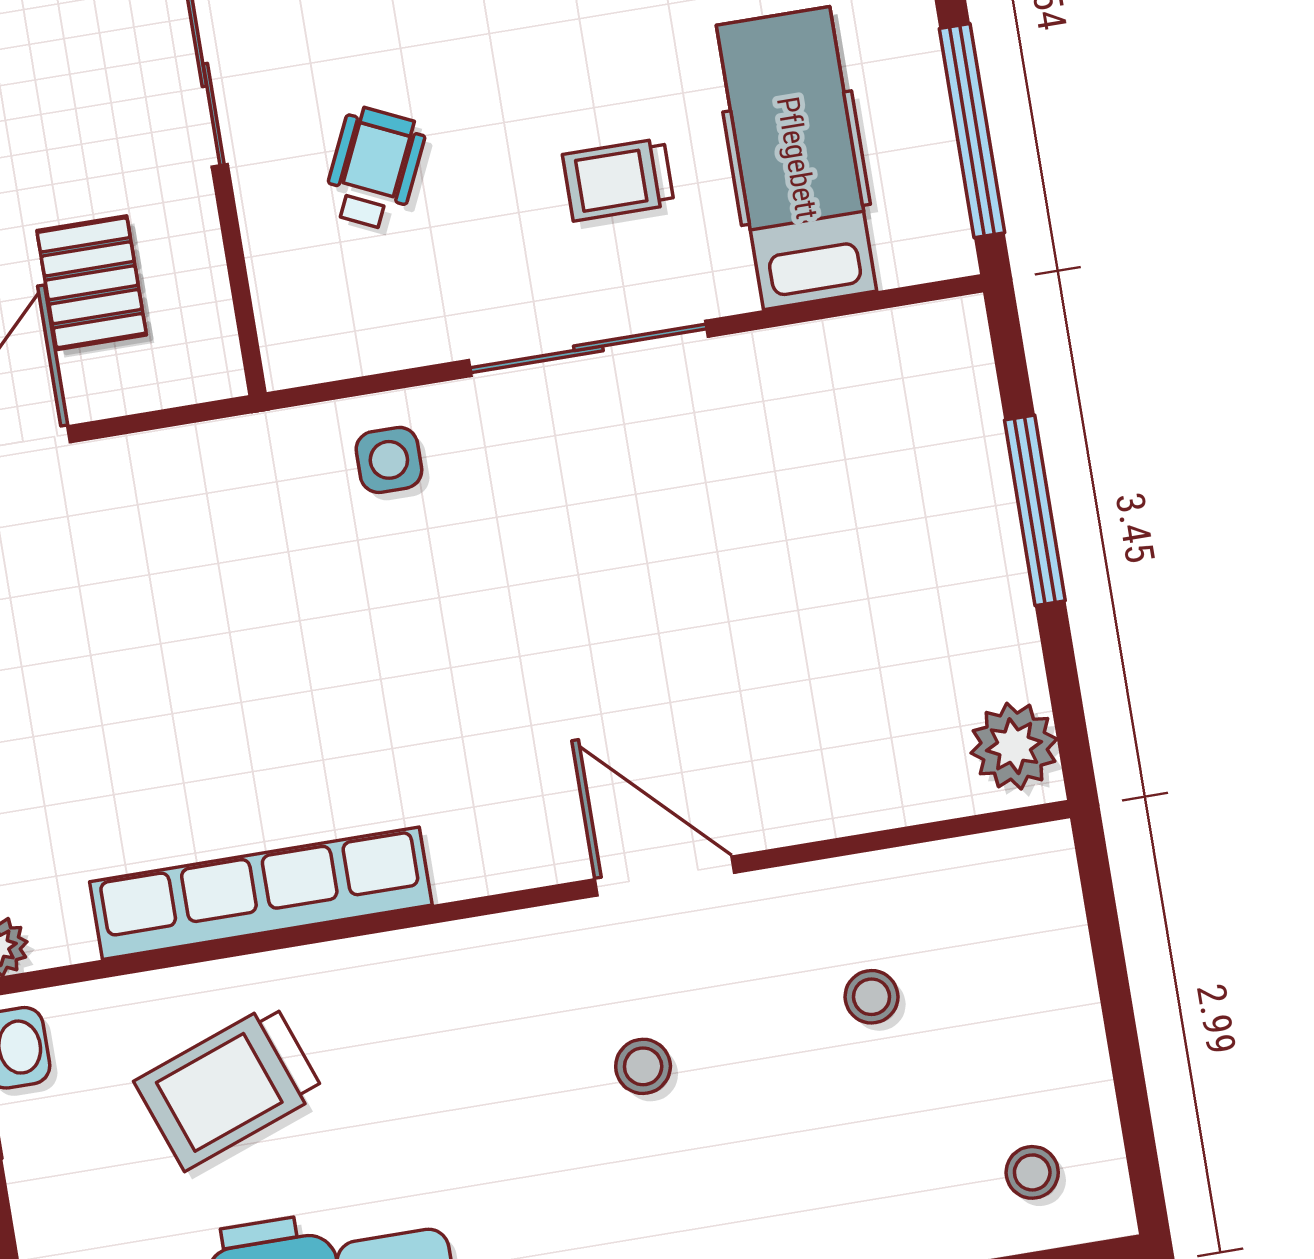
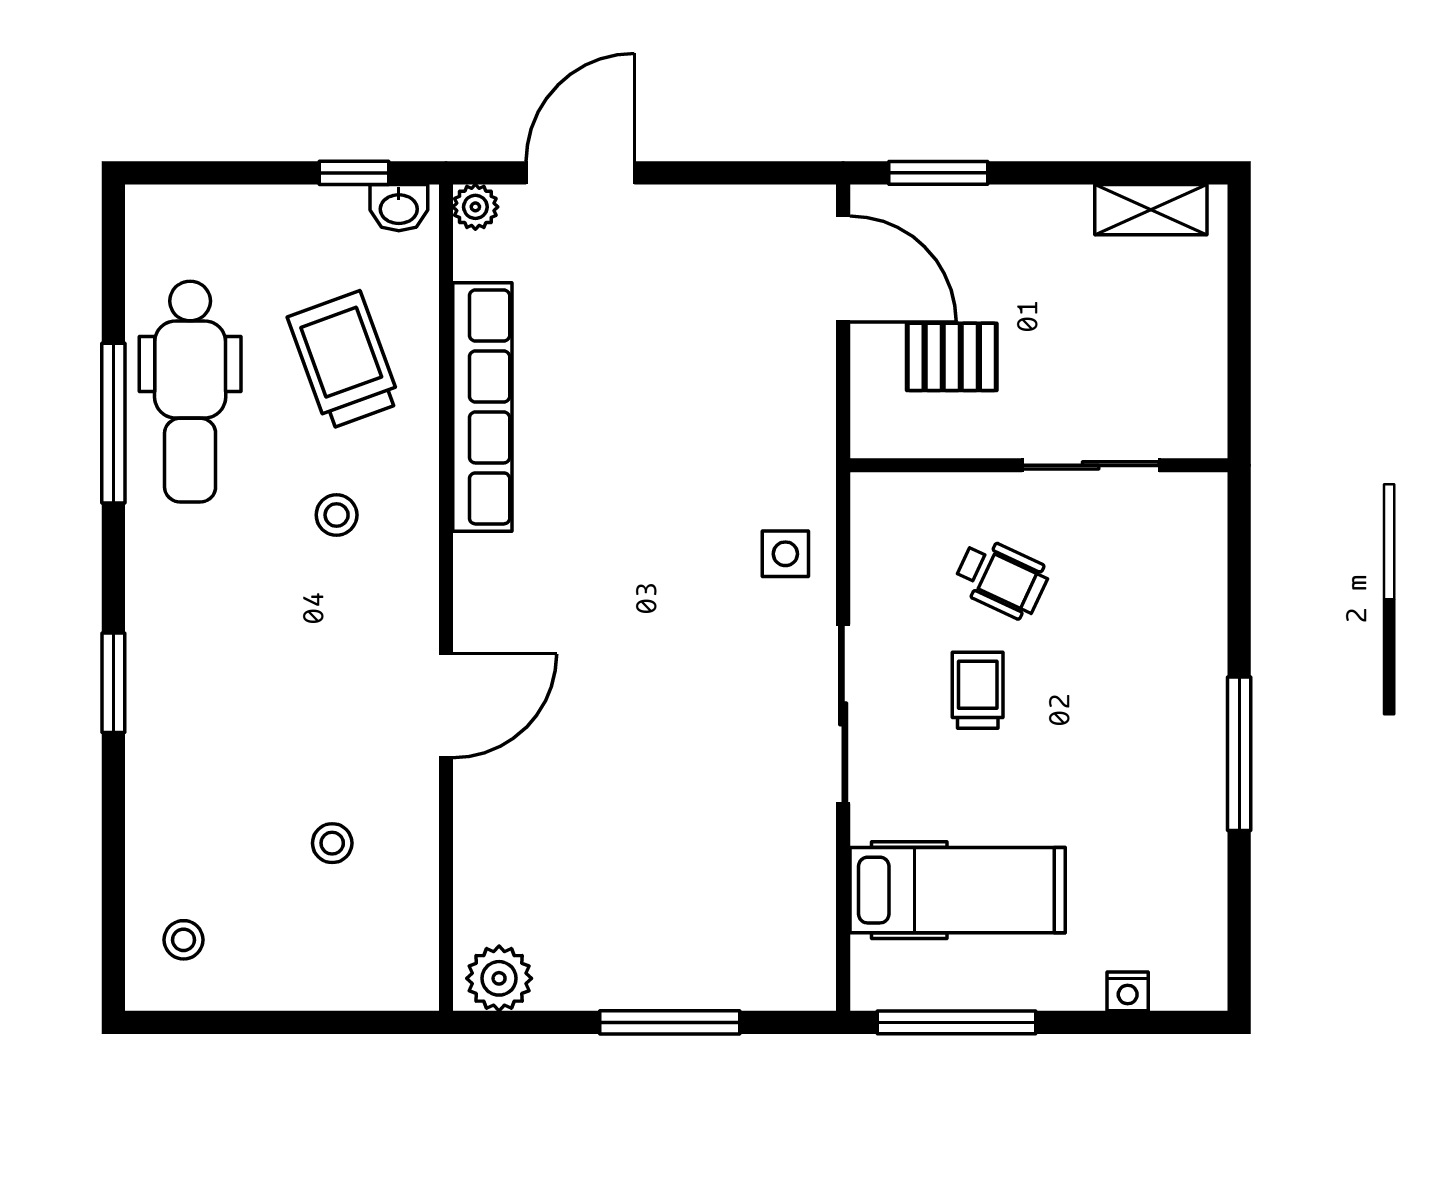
trolley: (618, 180) -> (978, 690), moved
stool: (643, 1066) -> (337, 515), moved

